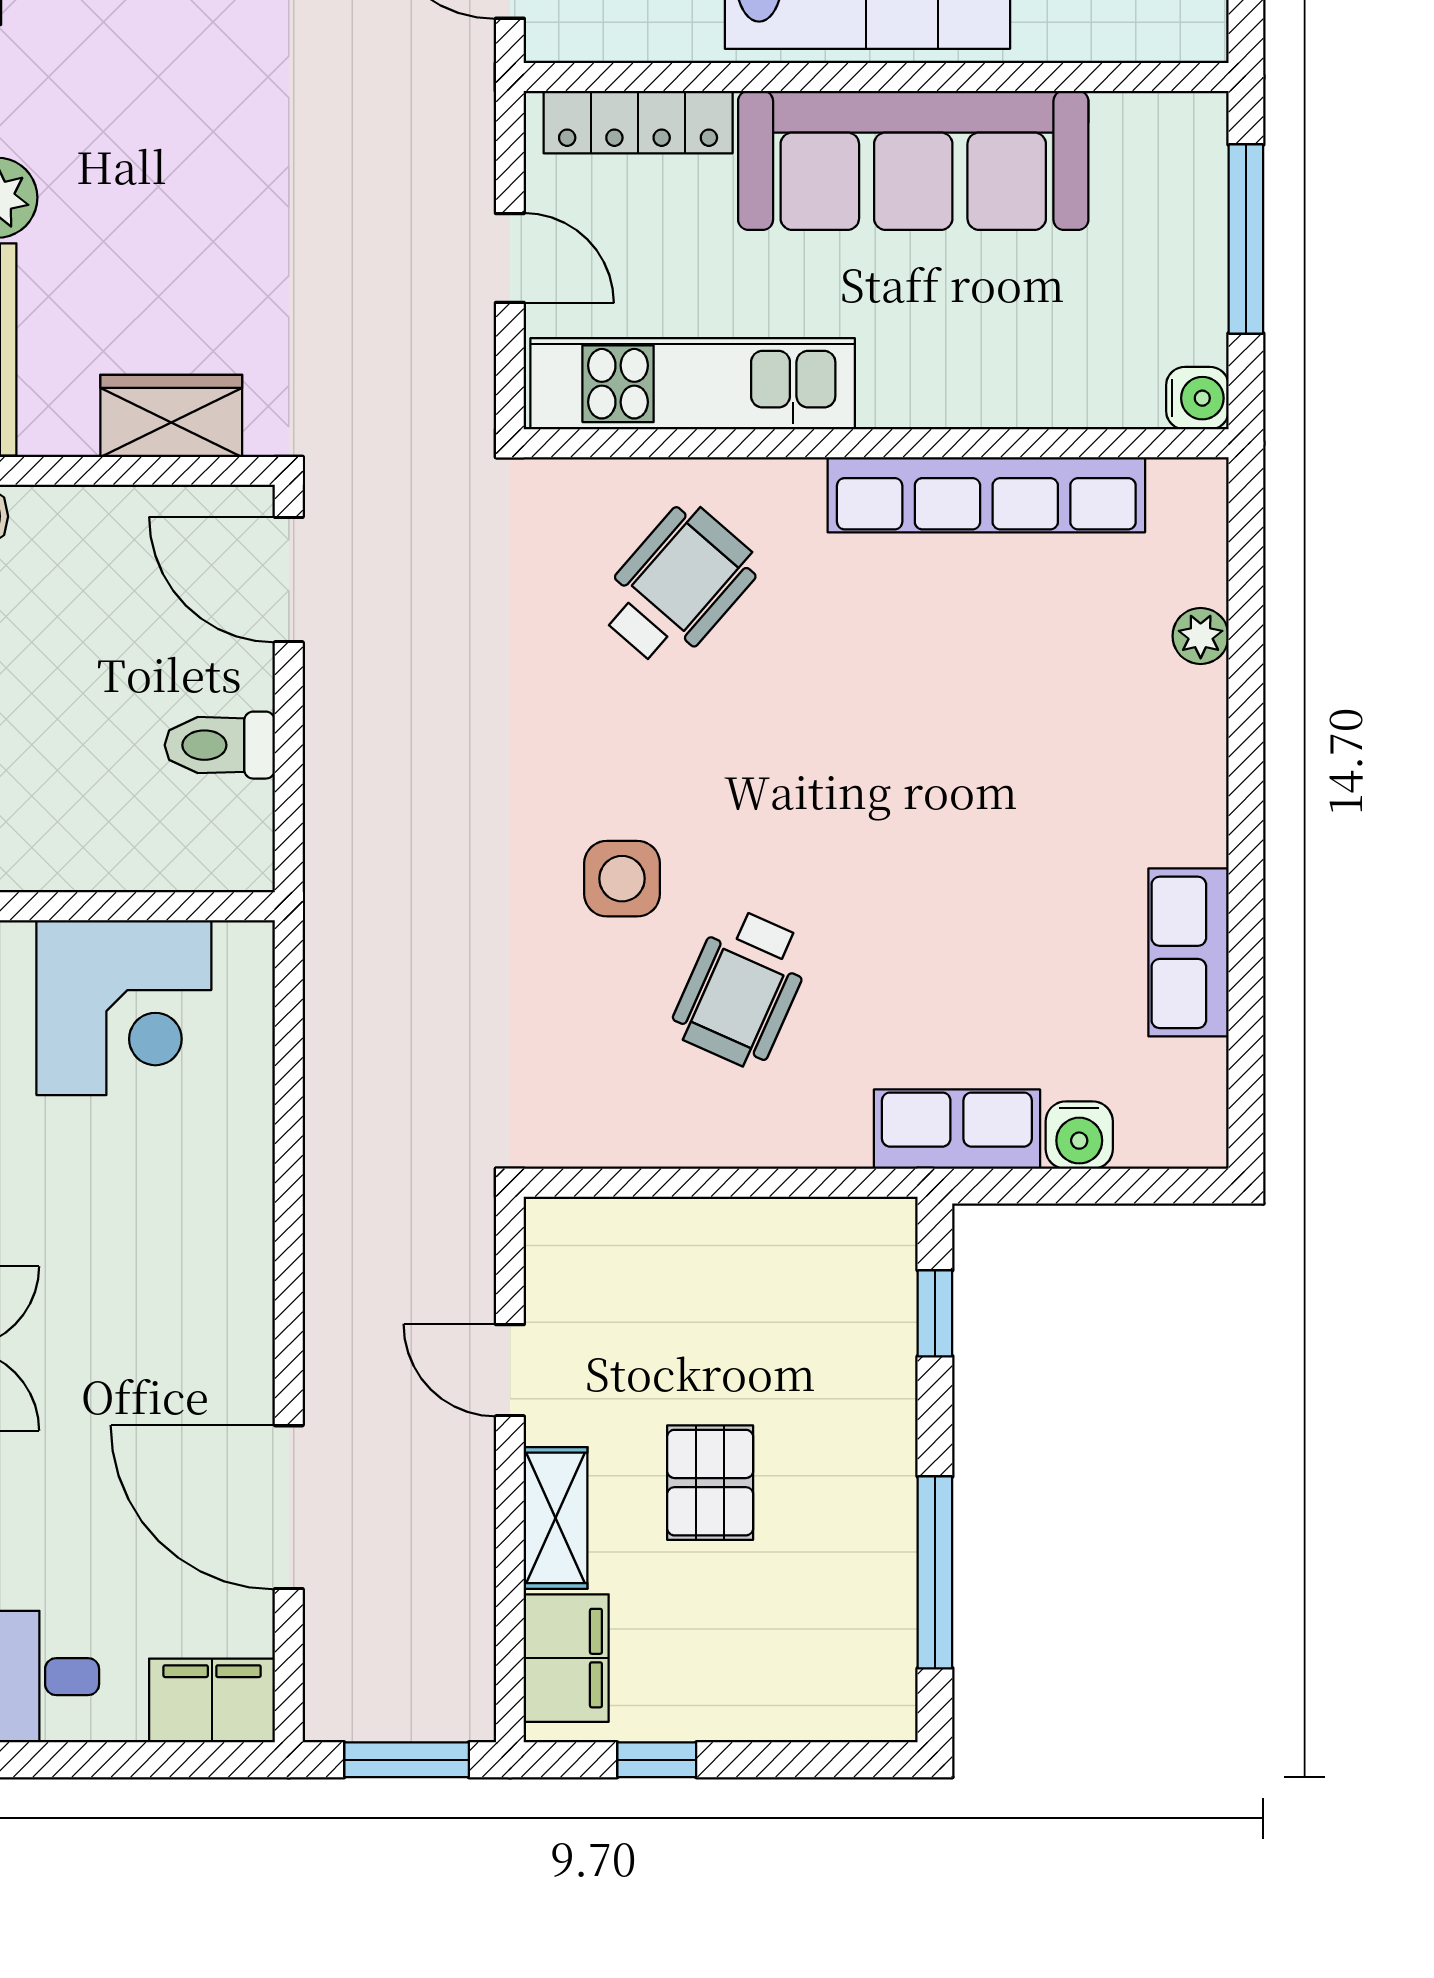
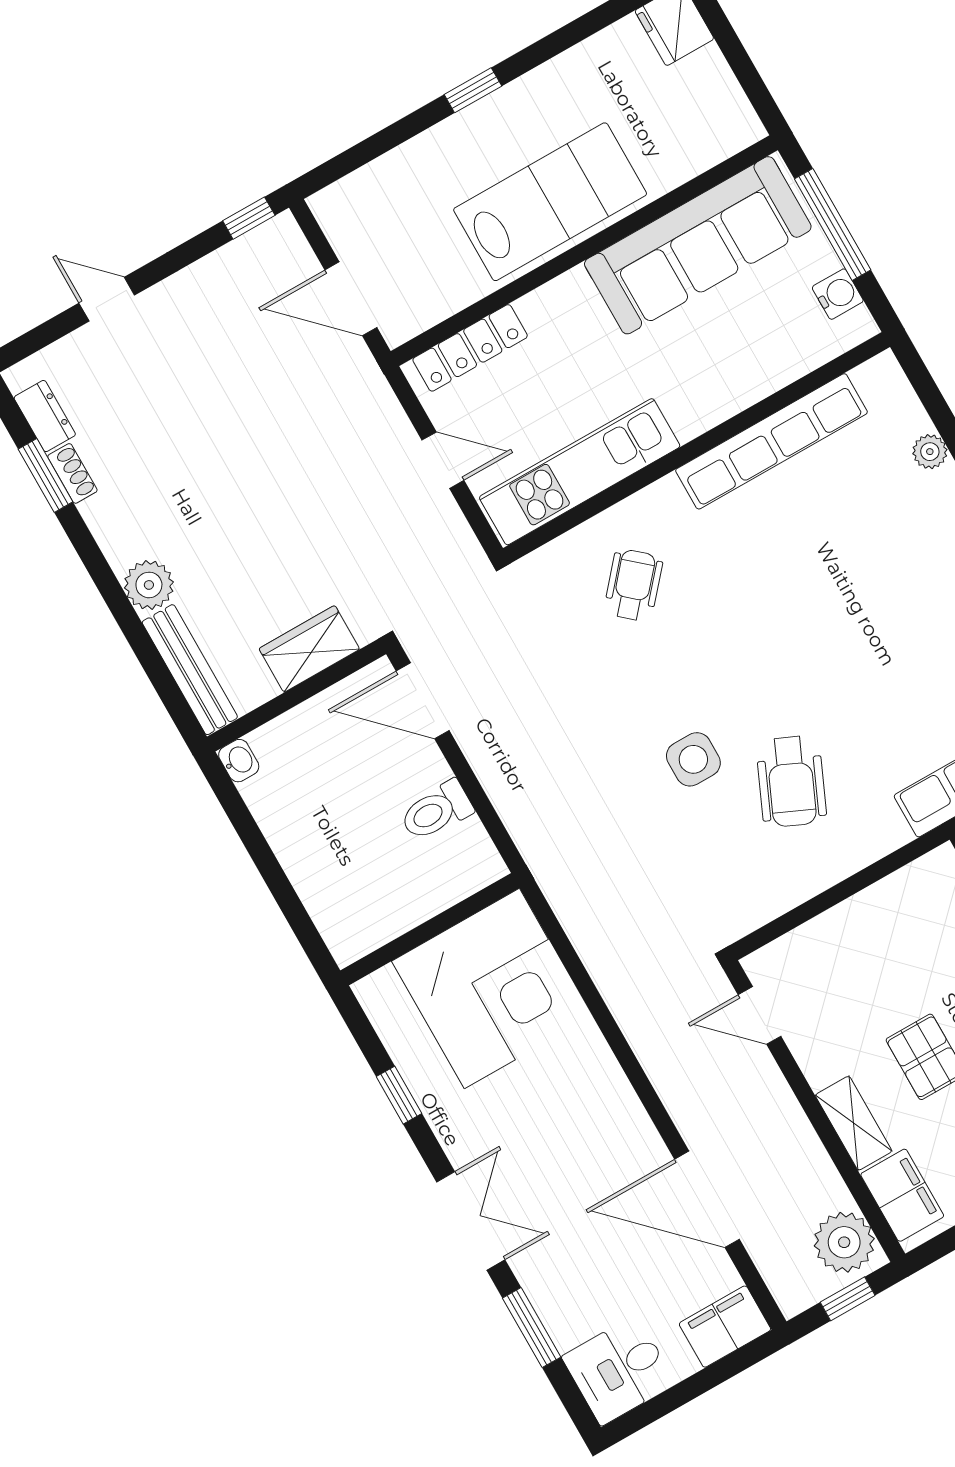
sofa: (913, 160) -> (698, 245), moved
water cooler: (1197, 398) -> (838, 294), moved
wheelchair: (677, 586) -> (633, 585), width x0.73, depth x0.73
corner desk: (124, 1008) -> (492, 989), width x1.36, depth x1.36
door: (510, 1370) -> (760, 1015), moved
plant: (447, 1678) -> (844, 1242), added
window: (407, 1760) -> (848, 1299), width x0.67

